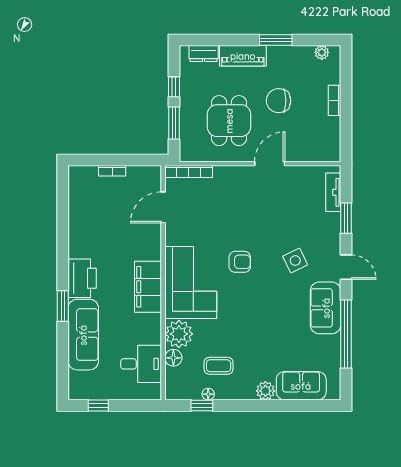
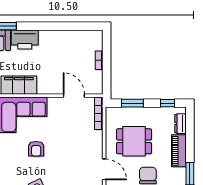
window: (174, 87) -> (167, 103), moved

